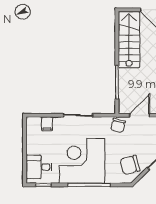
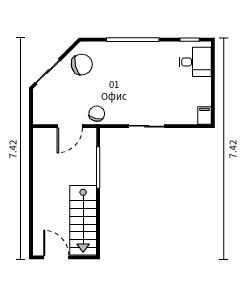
filing cabinet: (47, 124) -> (204, 116), moved
corner desk: (82, 161) -> (141, 70), removed

